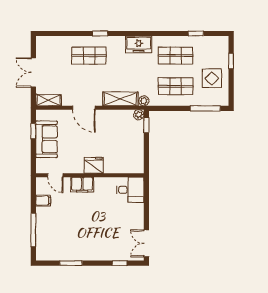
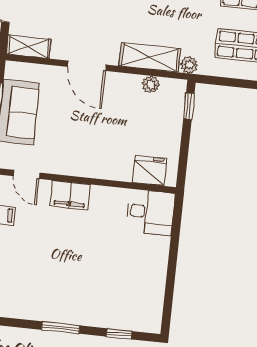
plant: (139, 115) -> (151, 84), moved
fridge: (94, 165) -> (149, 171), moved
double door: (146, 243) -> (168, 305), removed
window: (71, 263) -> (61, 328), moved

